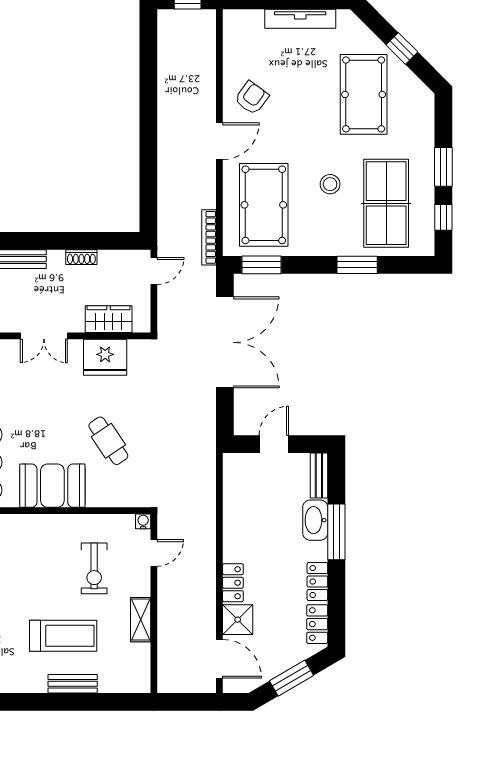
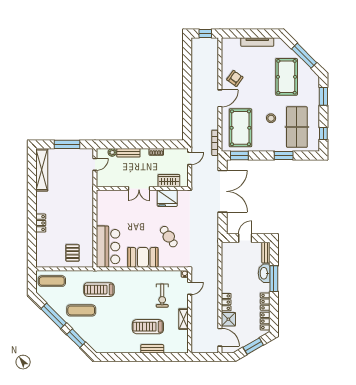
window: (402, 48) -> (304, 56), width x2.17
window: (443, 167) -> (323, 96), moved
treadmill: (63, 636) -> (148, 327), turned 180

